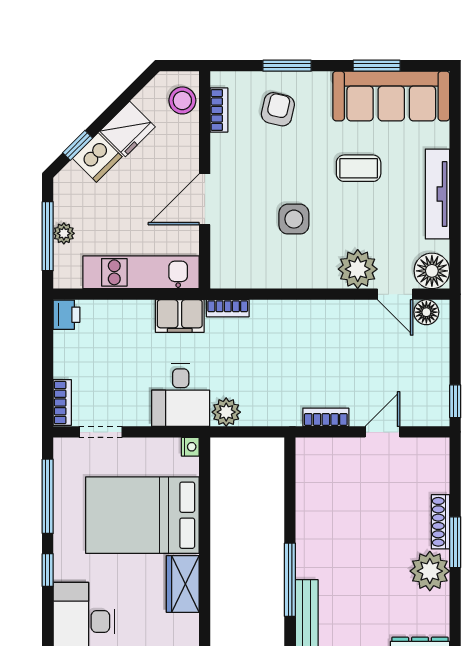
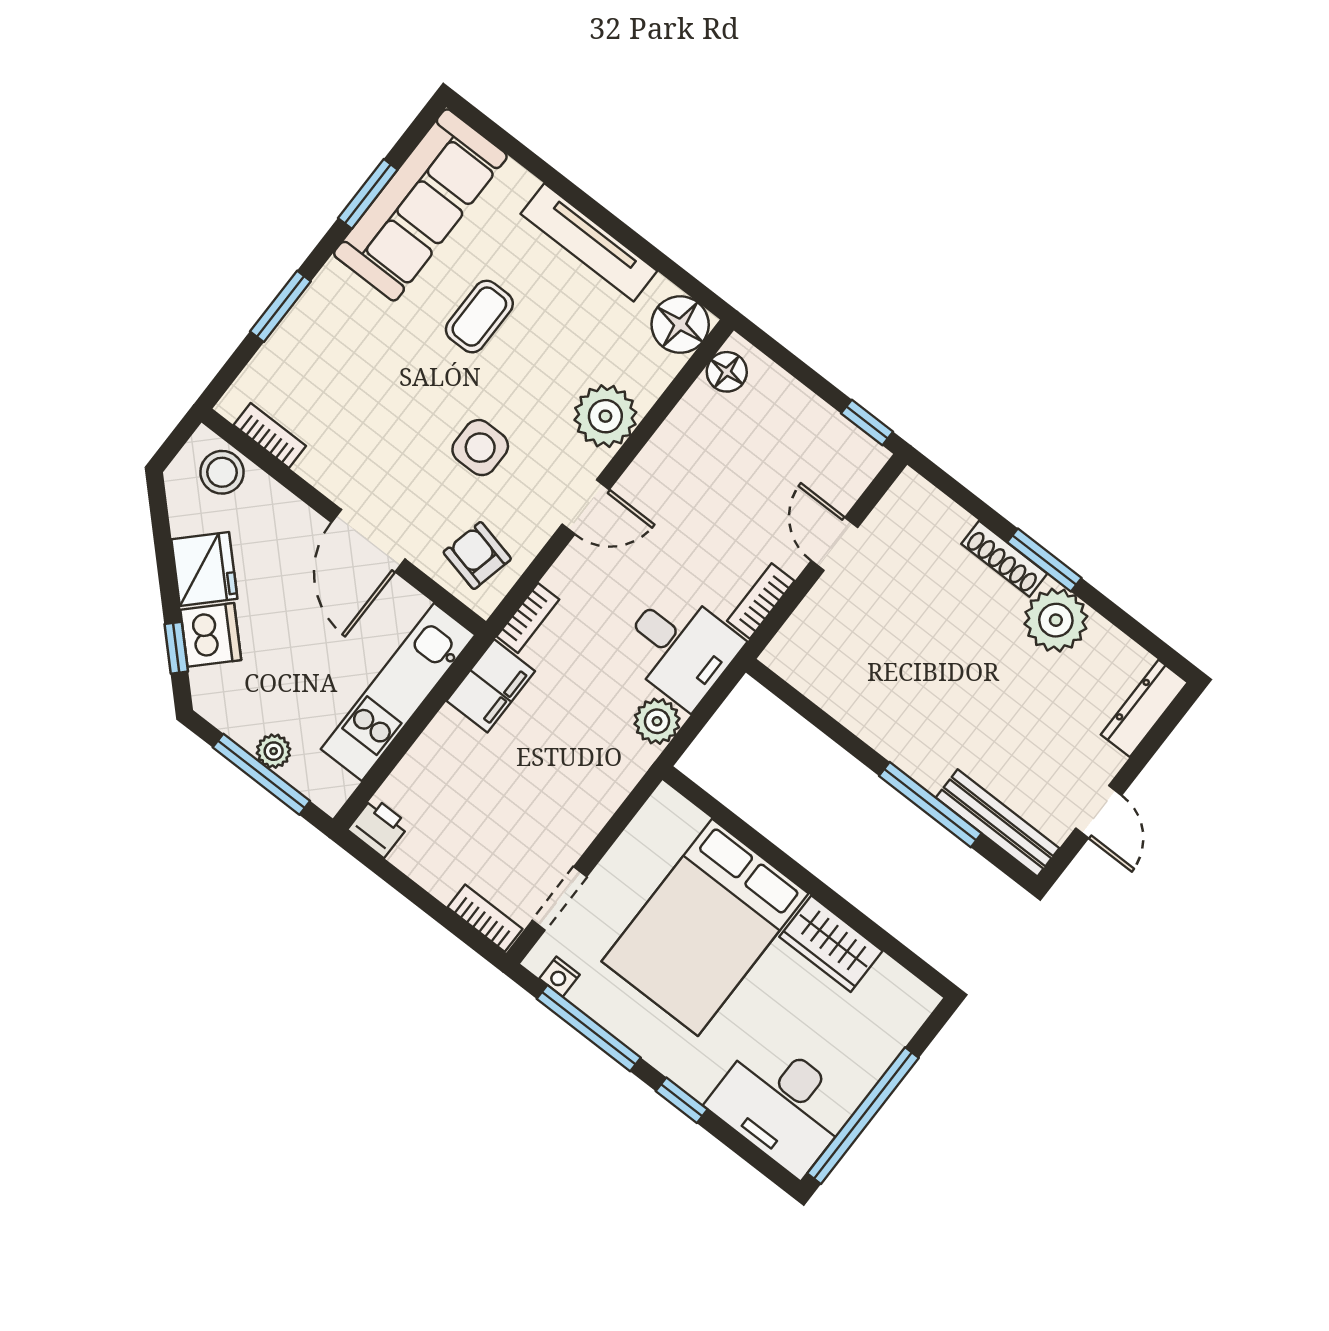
armchair: (278, 109) -> (477, 556), moved
door: (395, 294) -> (586, 507), moved
desk: (181, 395) -> (680, 647), moved
nightstand: (190, 447) -> (560, 977), moved, turned 180

